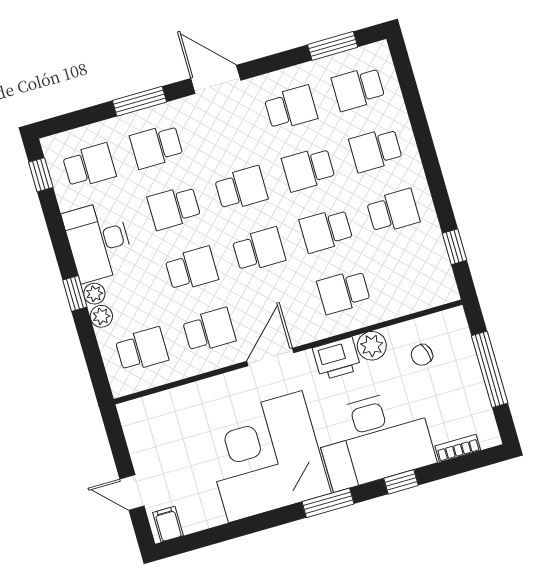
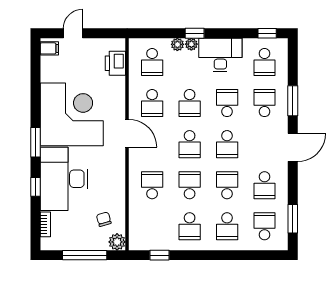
school desk: (376, 150) -> (227, 226), turned 180
plant: (372, 346) -> (117, 242), moved
printer: (337, 359) -> (115, 63), moved

